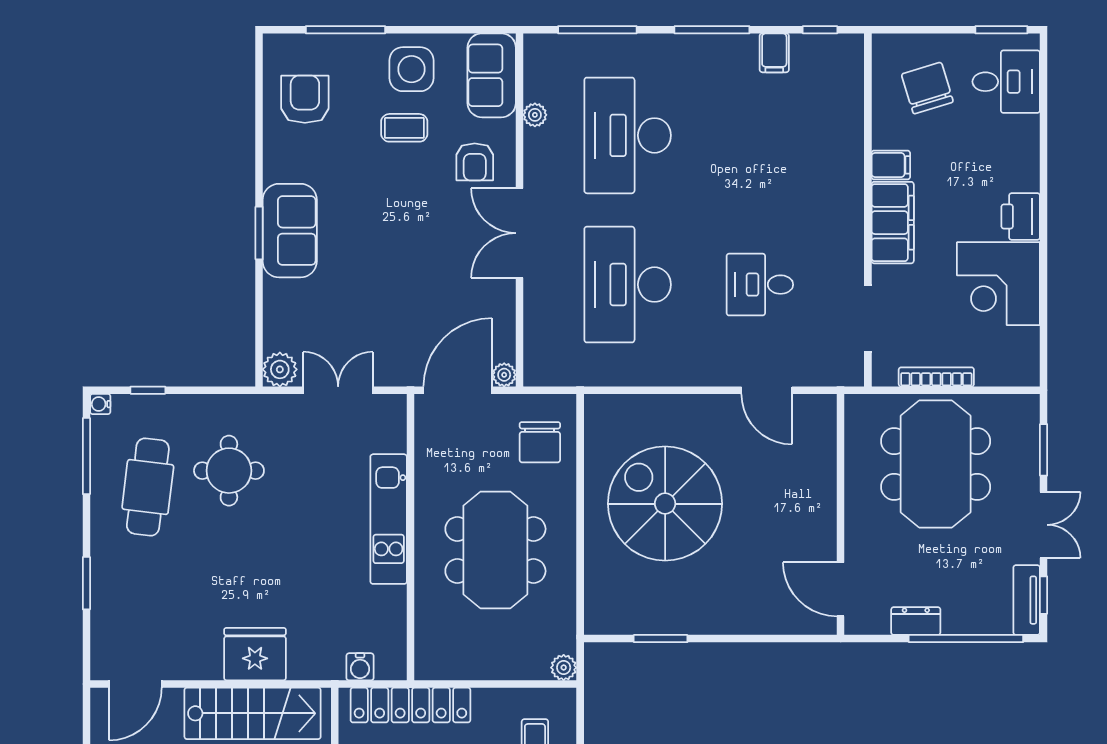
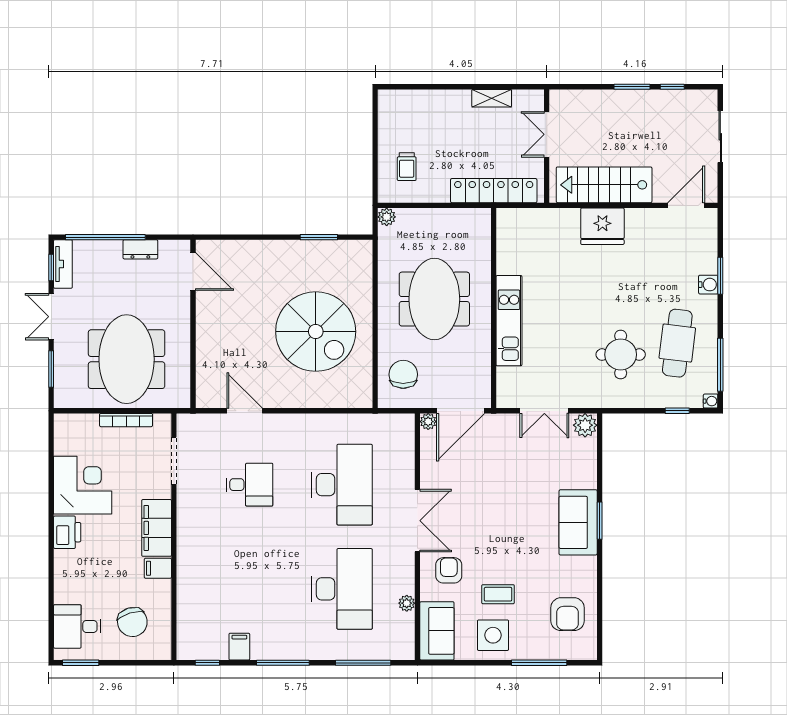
water cooler: (360, 667) -> (708, 285), moved, turned 90

